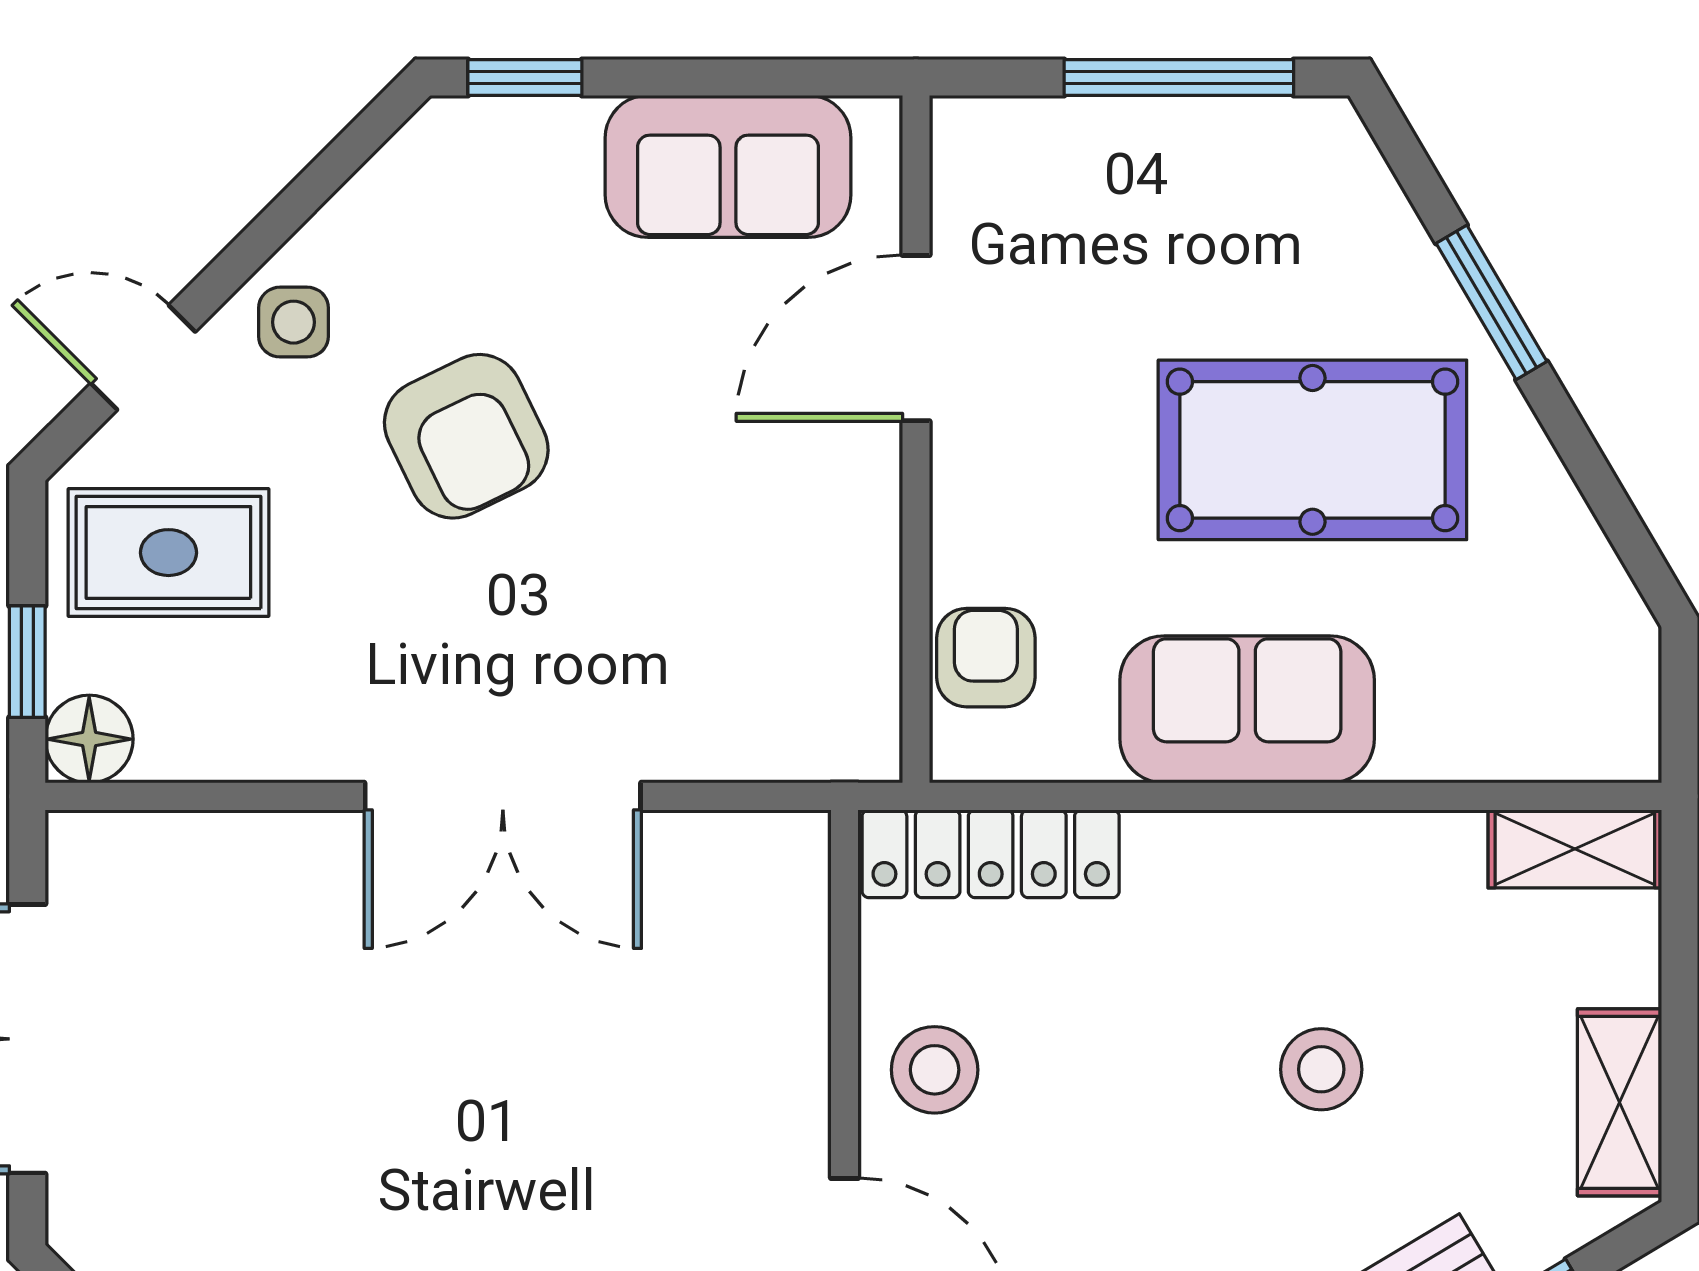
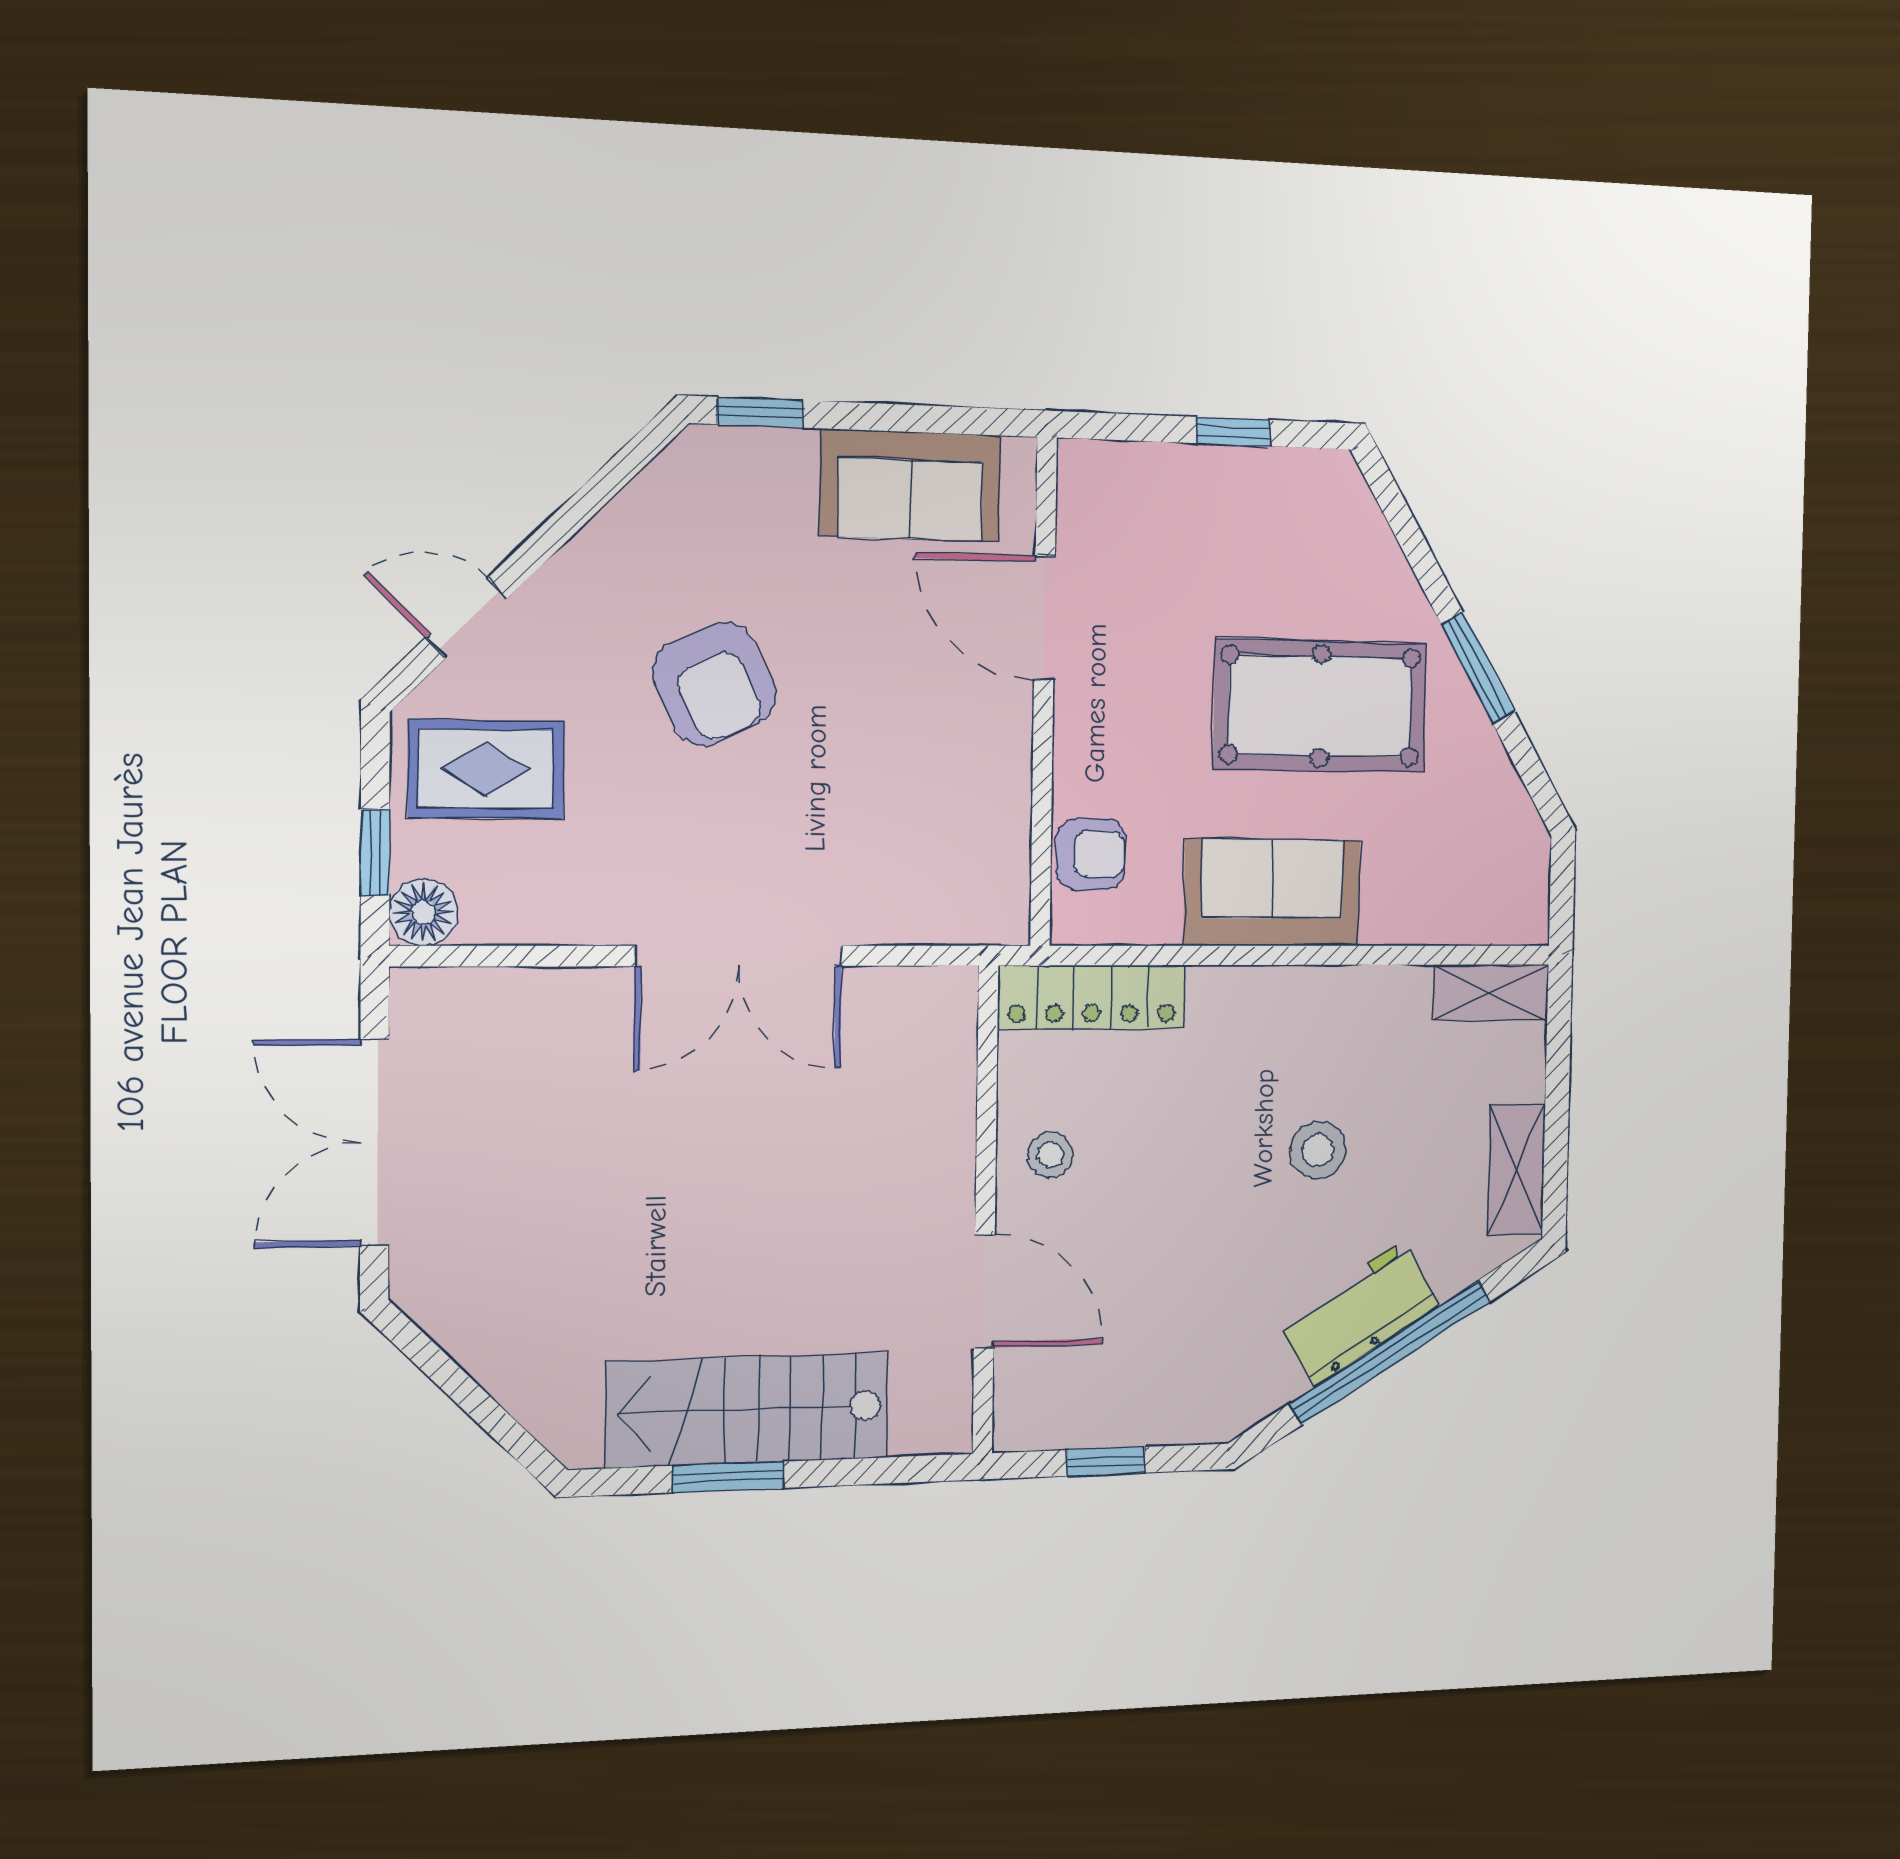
window: (1179, 77) -> (1233, 432), width x0.46
window: (1492, 302) -> (1478, 668), moved
side table: (294, 322) -> (583, 594), removed
door: (916, 338) -> (1045, 618), hinge flipped
armchair: (986, 658) -> (1091, 854), turned 90
stool: (935, 1070) -> (1050, 1155), width x0.73, depth x0.73

